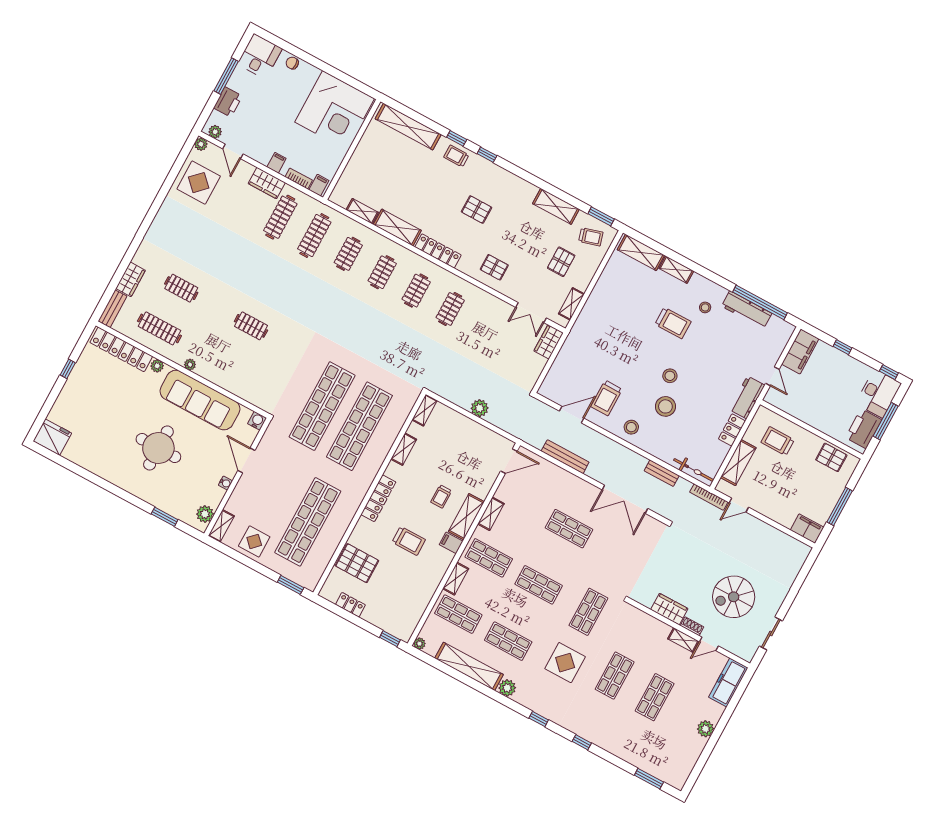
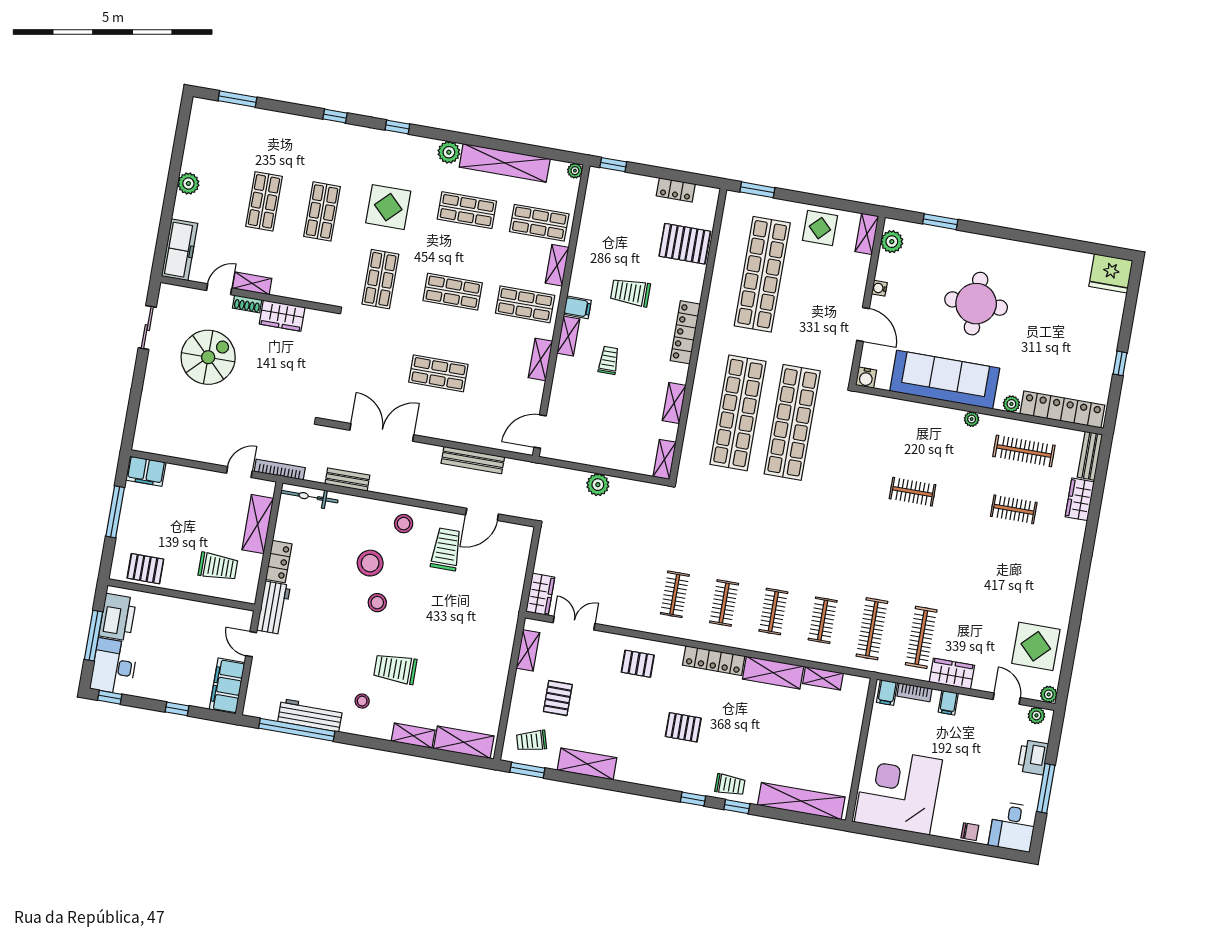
shelving: (466, 517) -> (568, 336), width x0.67, depth x0.75

